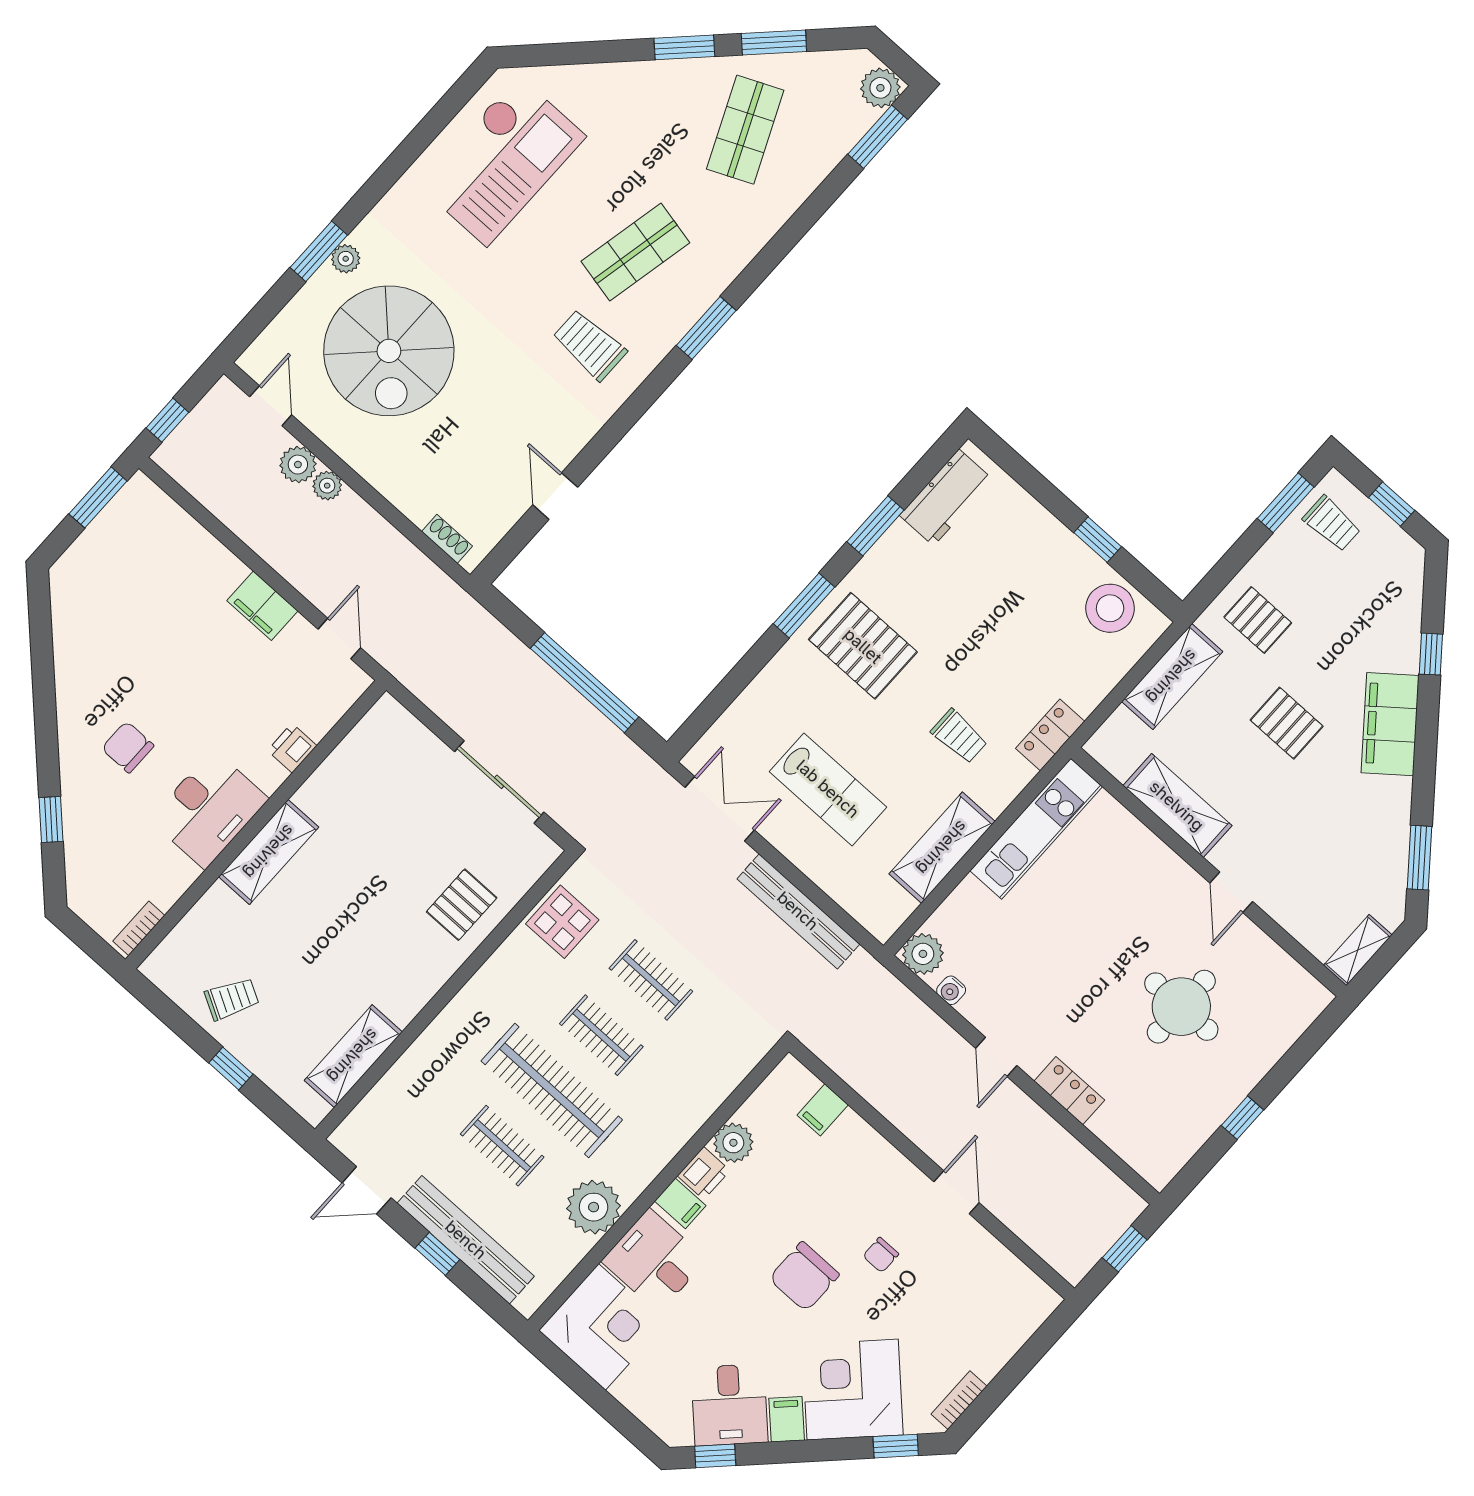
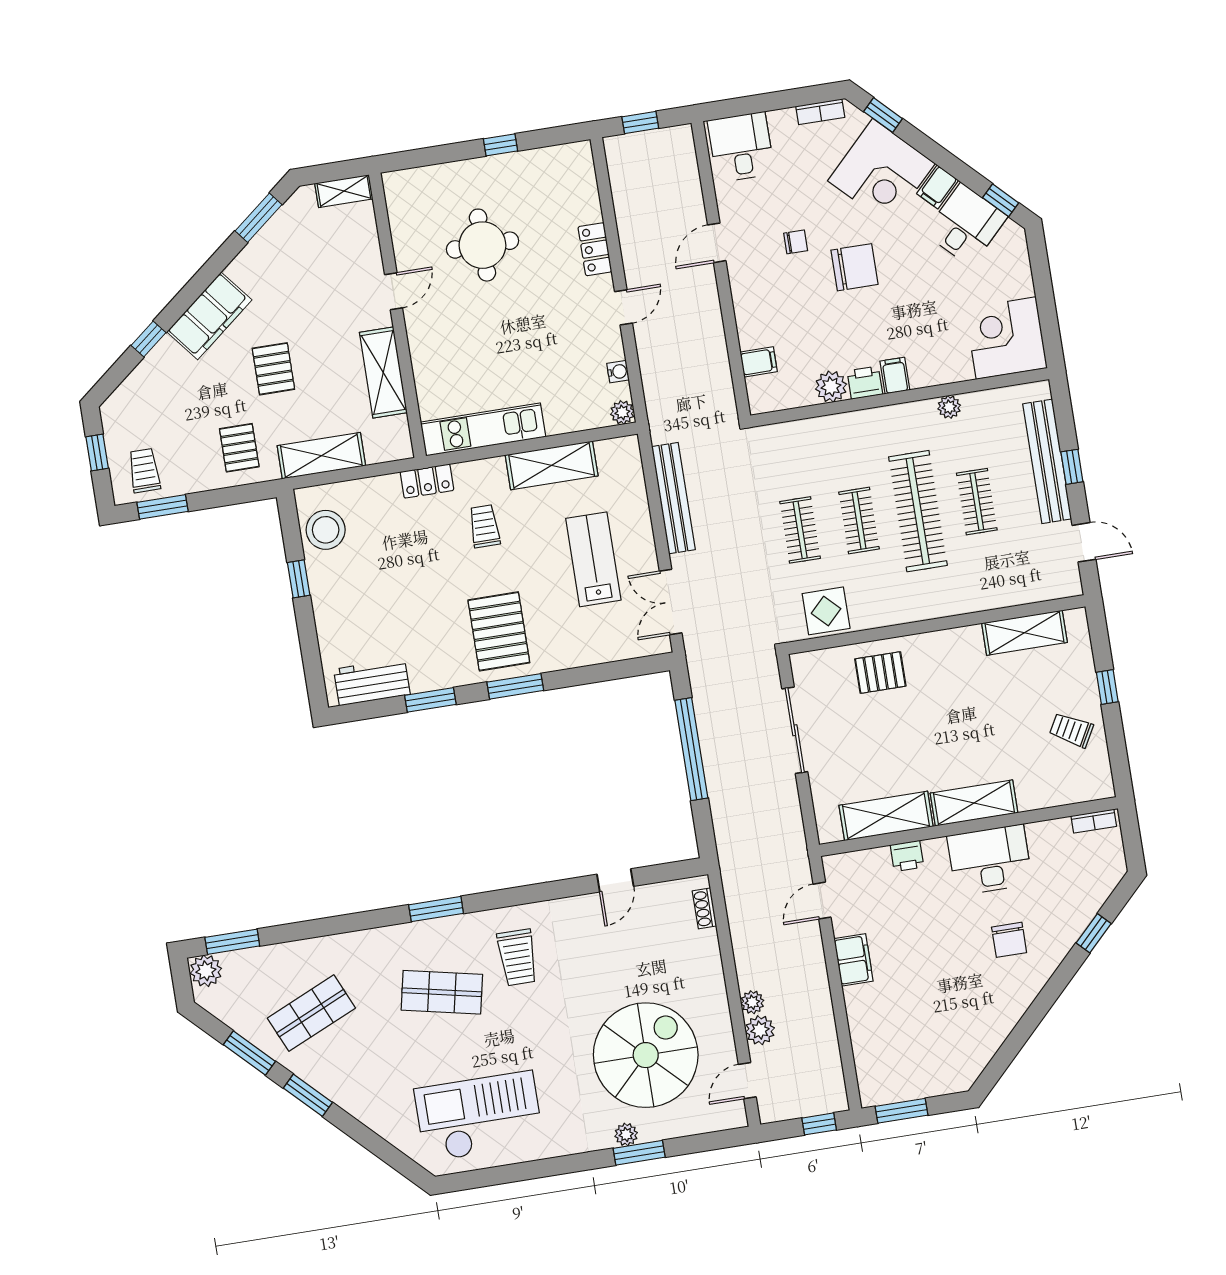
shelving: (344, 771) -> (886, 816), added
plant: (923, 954) -> (622, 412), width x0.73, depth x0.73
plant: (594, 1207) -> (949, 407), width x0.53, depth x0.53
desk: (654, 1260) -> (741, 147), moved, turned 180

